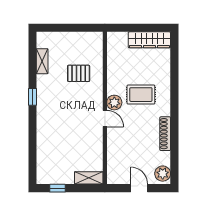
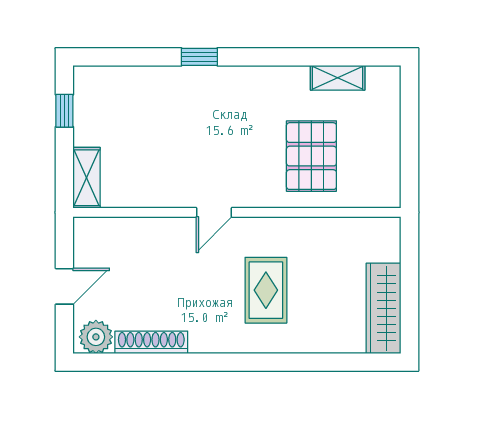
pallet: (79, 73) -> (311, 156), width x1.50, depth x1.42
window: (32, 97) -> (199, 57), moved
plant: (114, 103) -> (249, 233), removed
shoe rack: (165, 134) -> (151, 342), moved

